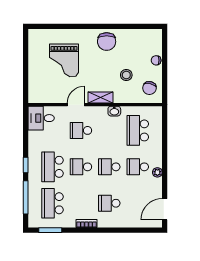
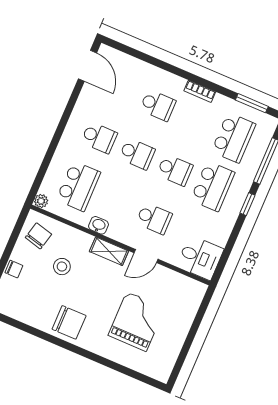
chair: (107, 42) -> (69, 322), turned 90
plant: (157, 172) -> (41, 201), moved
door: (165, 209) -> (87, 66), hinge flipped

